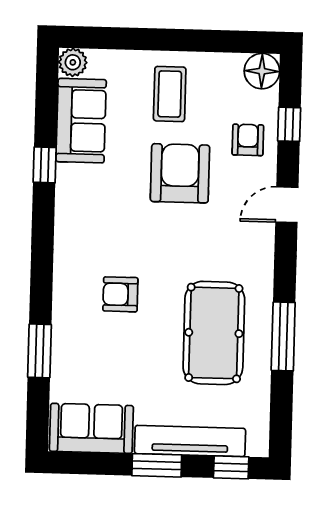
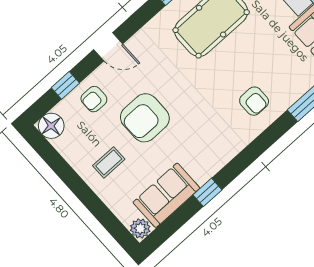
coffee table: (170, 94) -> (109, 162), width x0.73, depth x0.77
armchair: (120, 294) -> (254, 101), moved

